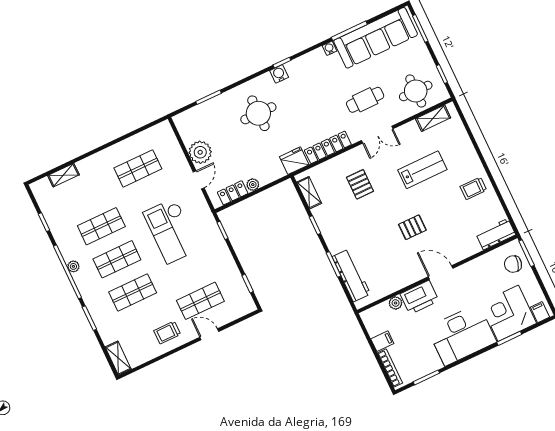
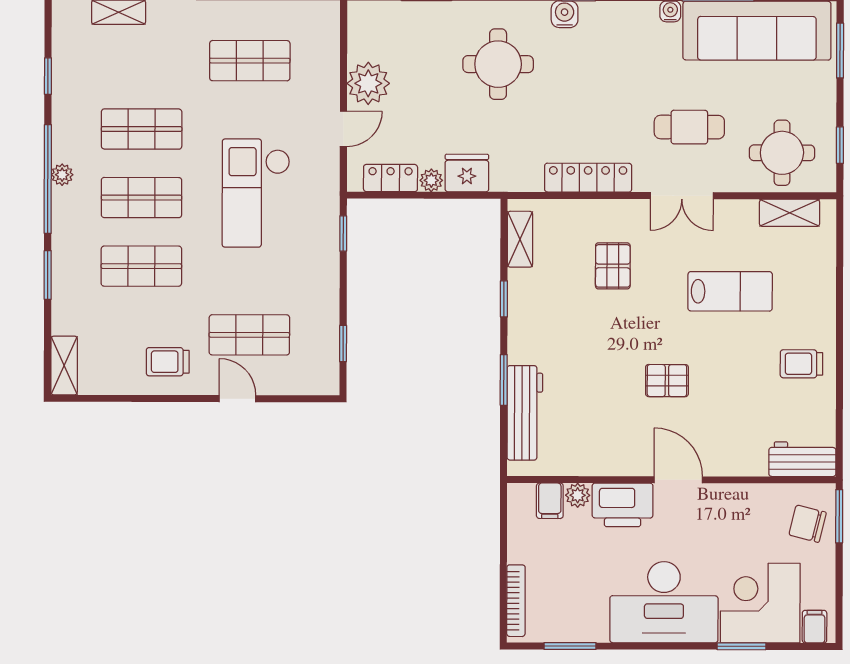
fridge: (294, 161) -> (467, 173), moved
filing cabinet: (382, 341) -> (550, 501), moved, turned 90

